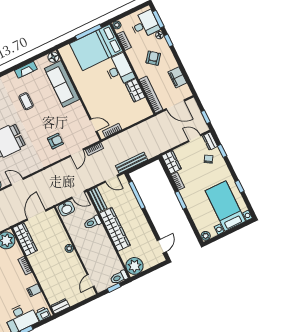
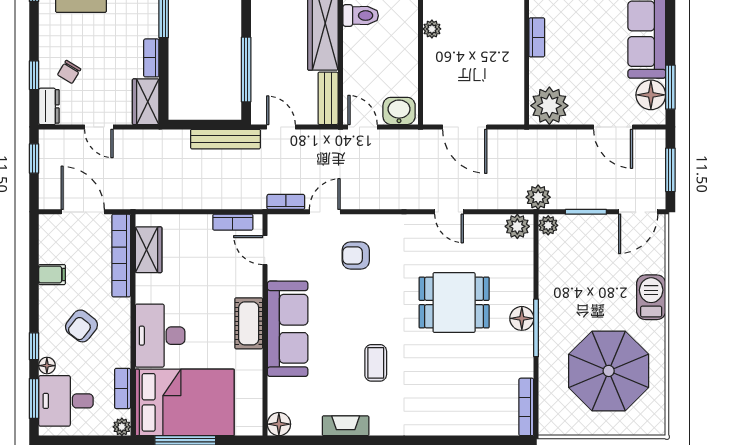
filing cabinet: (177, 77) -> (52, 275), width x0.50
sofa: (62, 84) -> (288, 329), moved
wardrobe: (135, 90) -> (149, 250), moved
cot: (86, 92) -> (249, 323), added
door: (195, 138) -> (99, 127), moved
door: (17, 182) -> (449, 212), moved
door: (36, 215) -> (465, 127), hinge flipped
toilet: (92, 222) -> (361, 16), moved
wardrobe: (25, 239) -> (511, 90), removed

